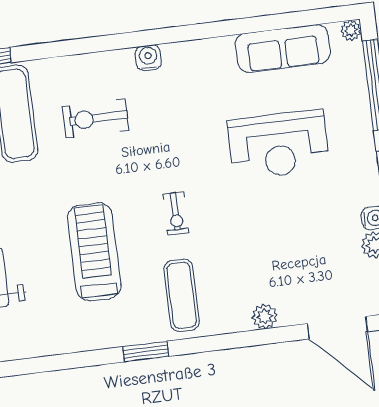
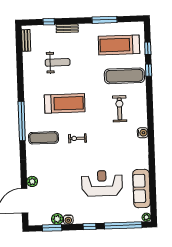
reception desk: (279, 145) -> (102, 183), turned 90
plant: (265, 316) -> (32, 181), moved
window: (146, 351) -> (22, 121), width x2.11

